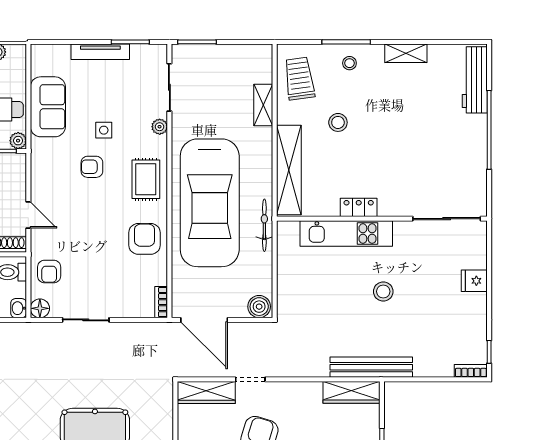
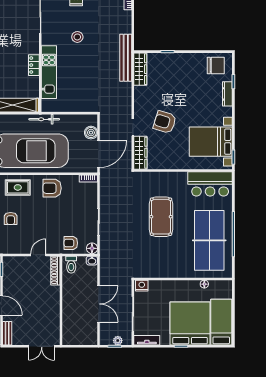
armchair: (49, 271) -> (71, 243), turned 180
stool: (383, 291) -> (77, 37), moved
boiler: (259, 307) -> (91, 133), moved

